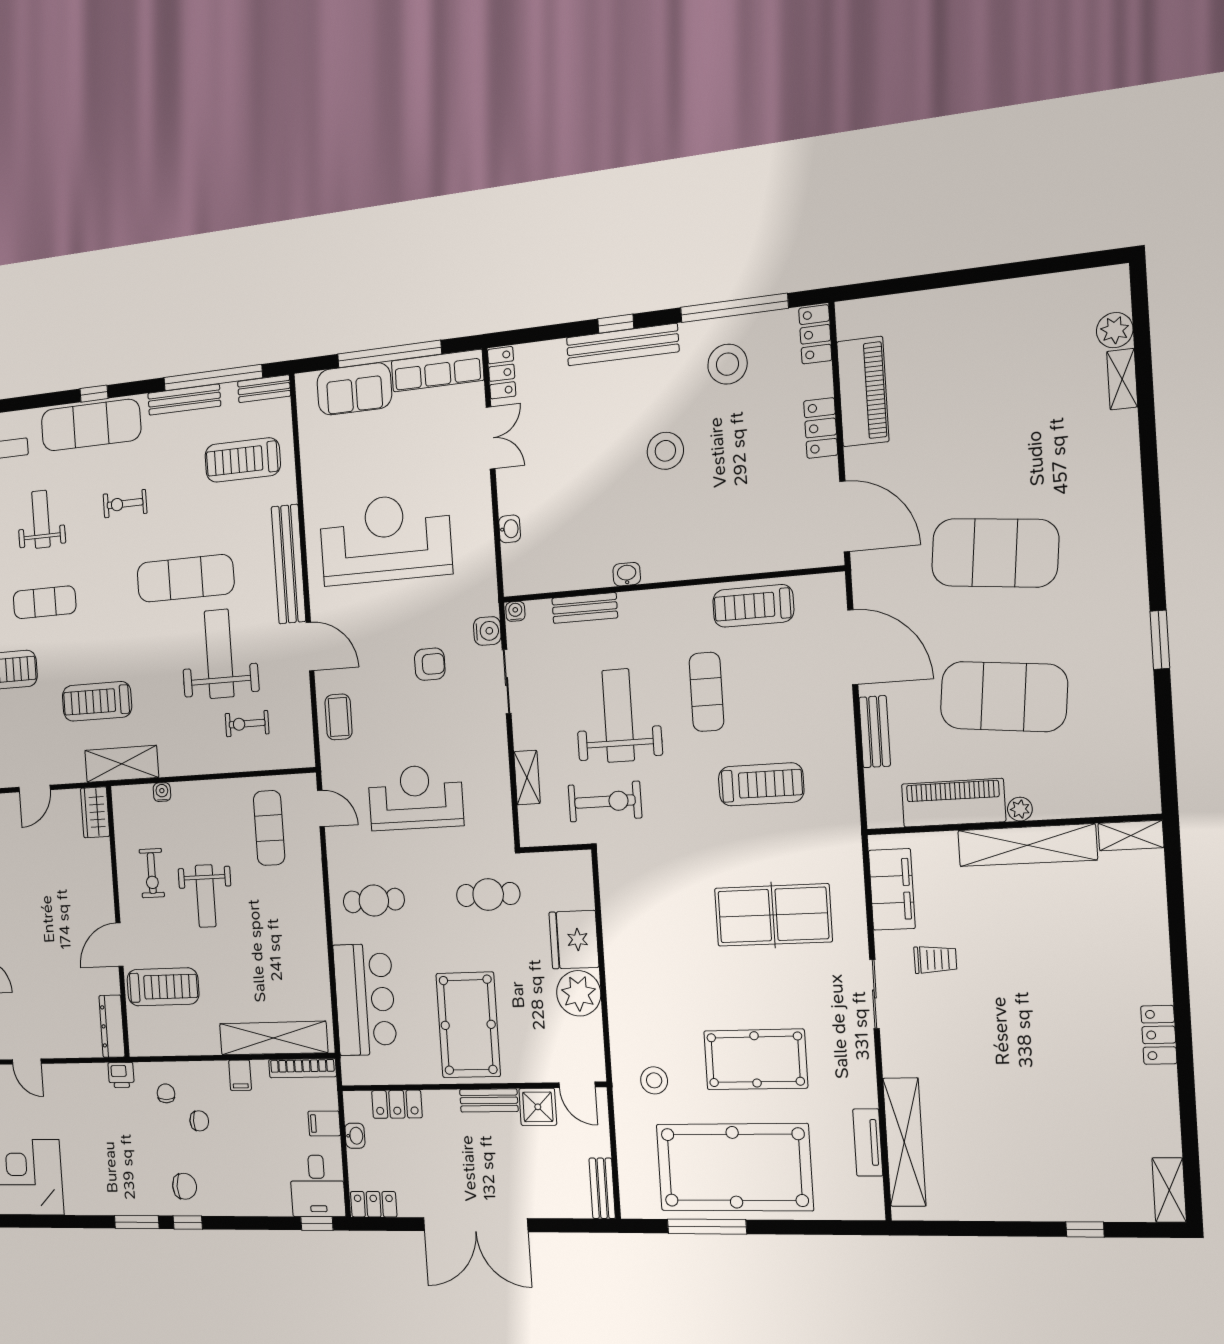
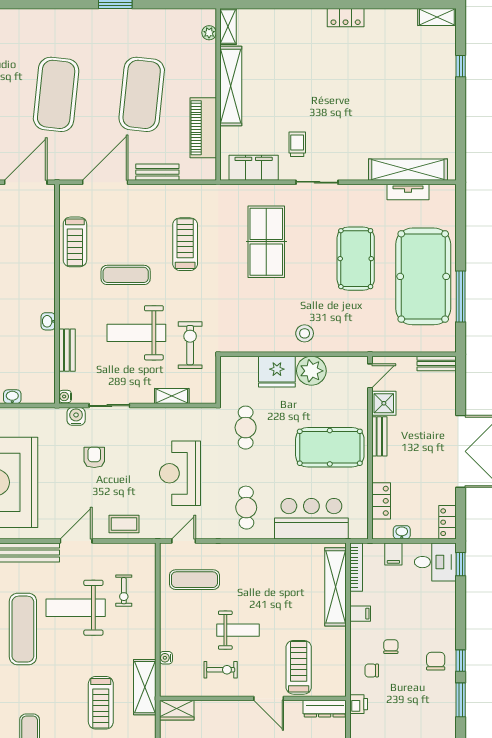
plant: (1020, 809) -> (209, 33), moved
stool: (654, 1080) -> (305, 333), moved

